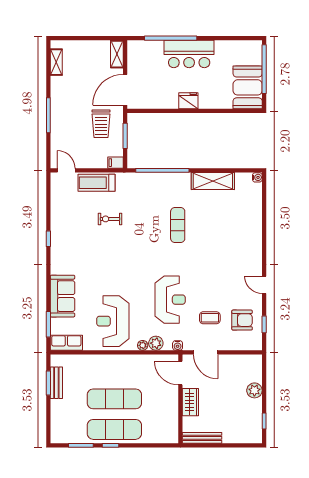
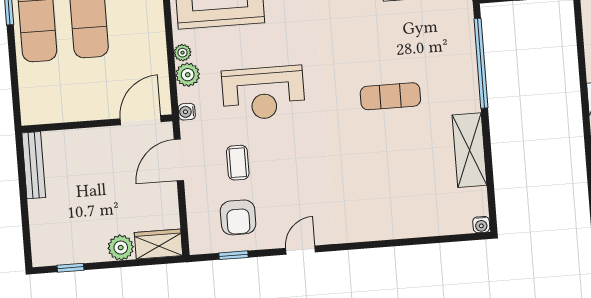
wardrobe: (190, 402) -> (158, 244), moved, turned 180

